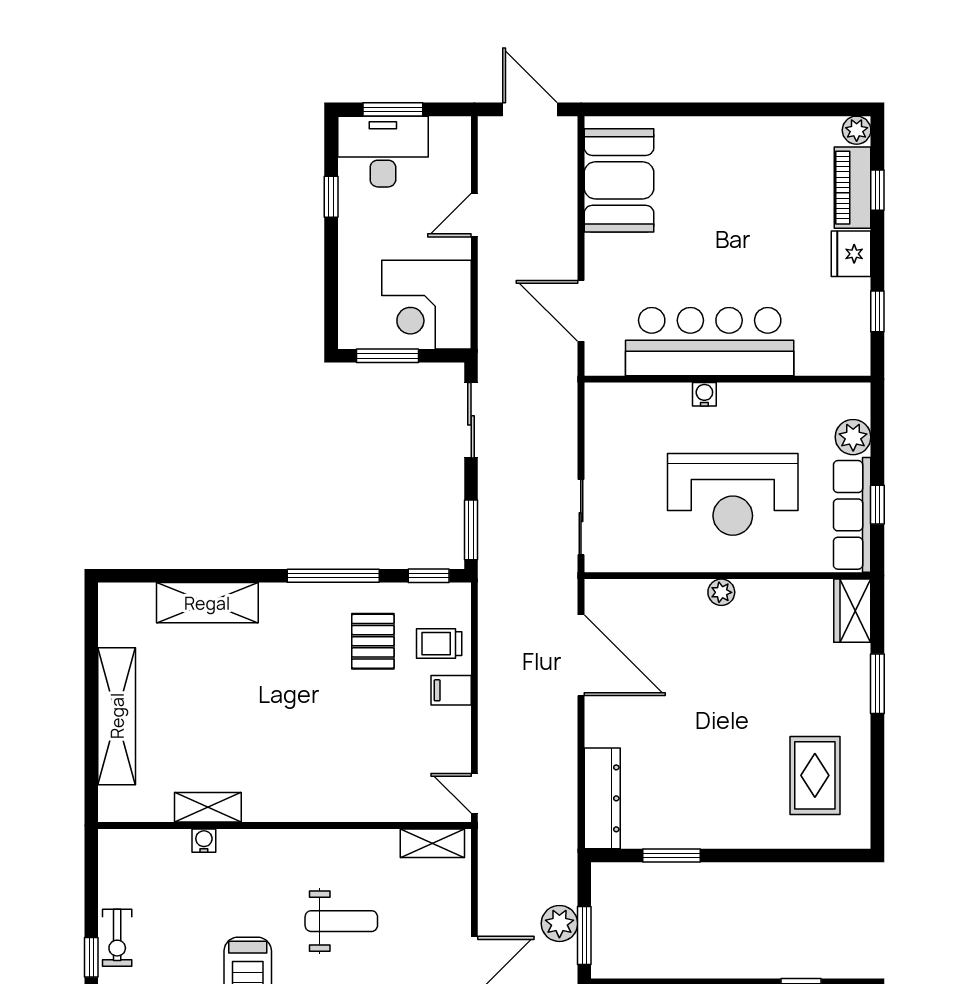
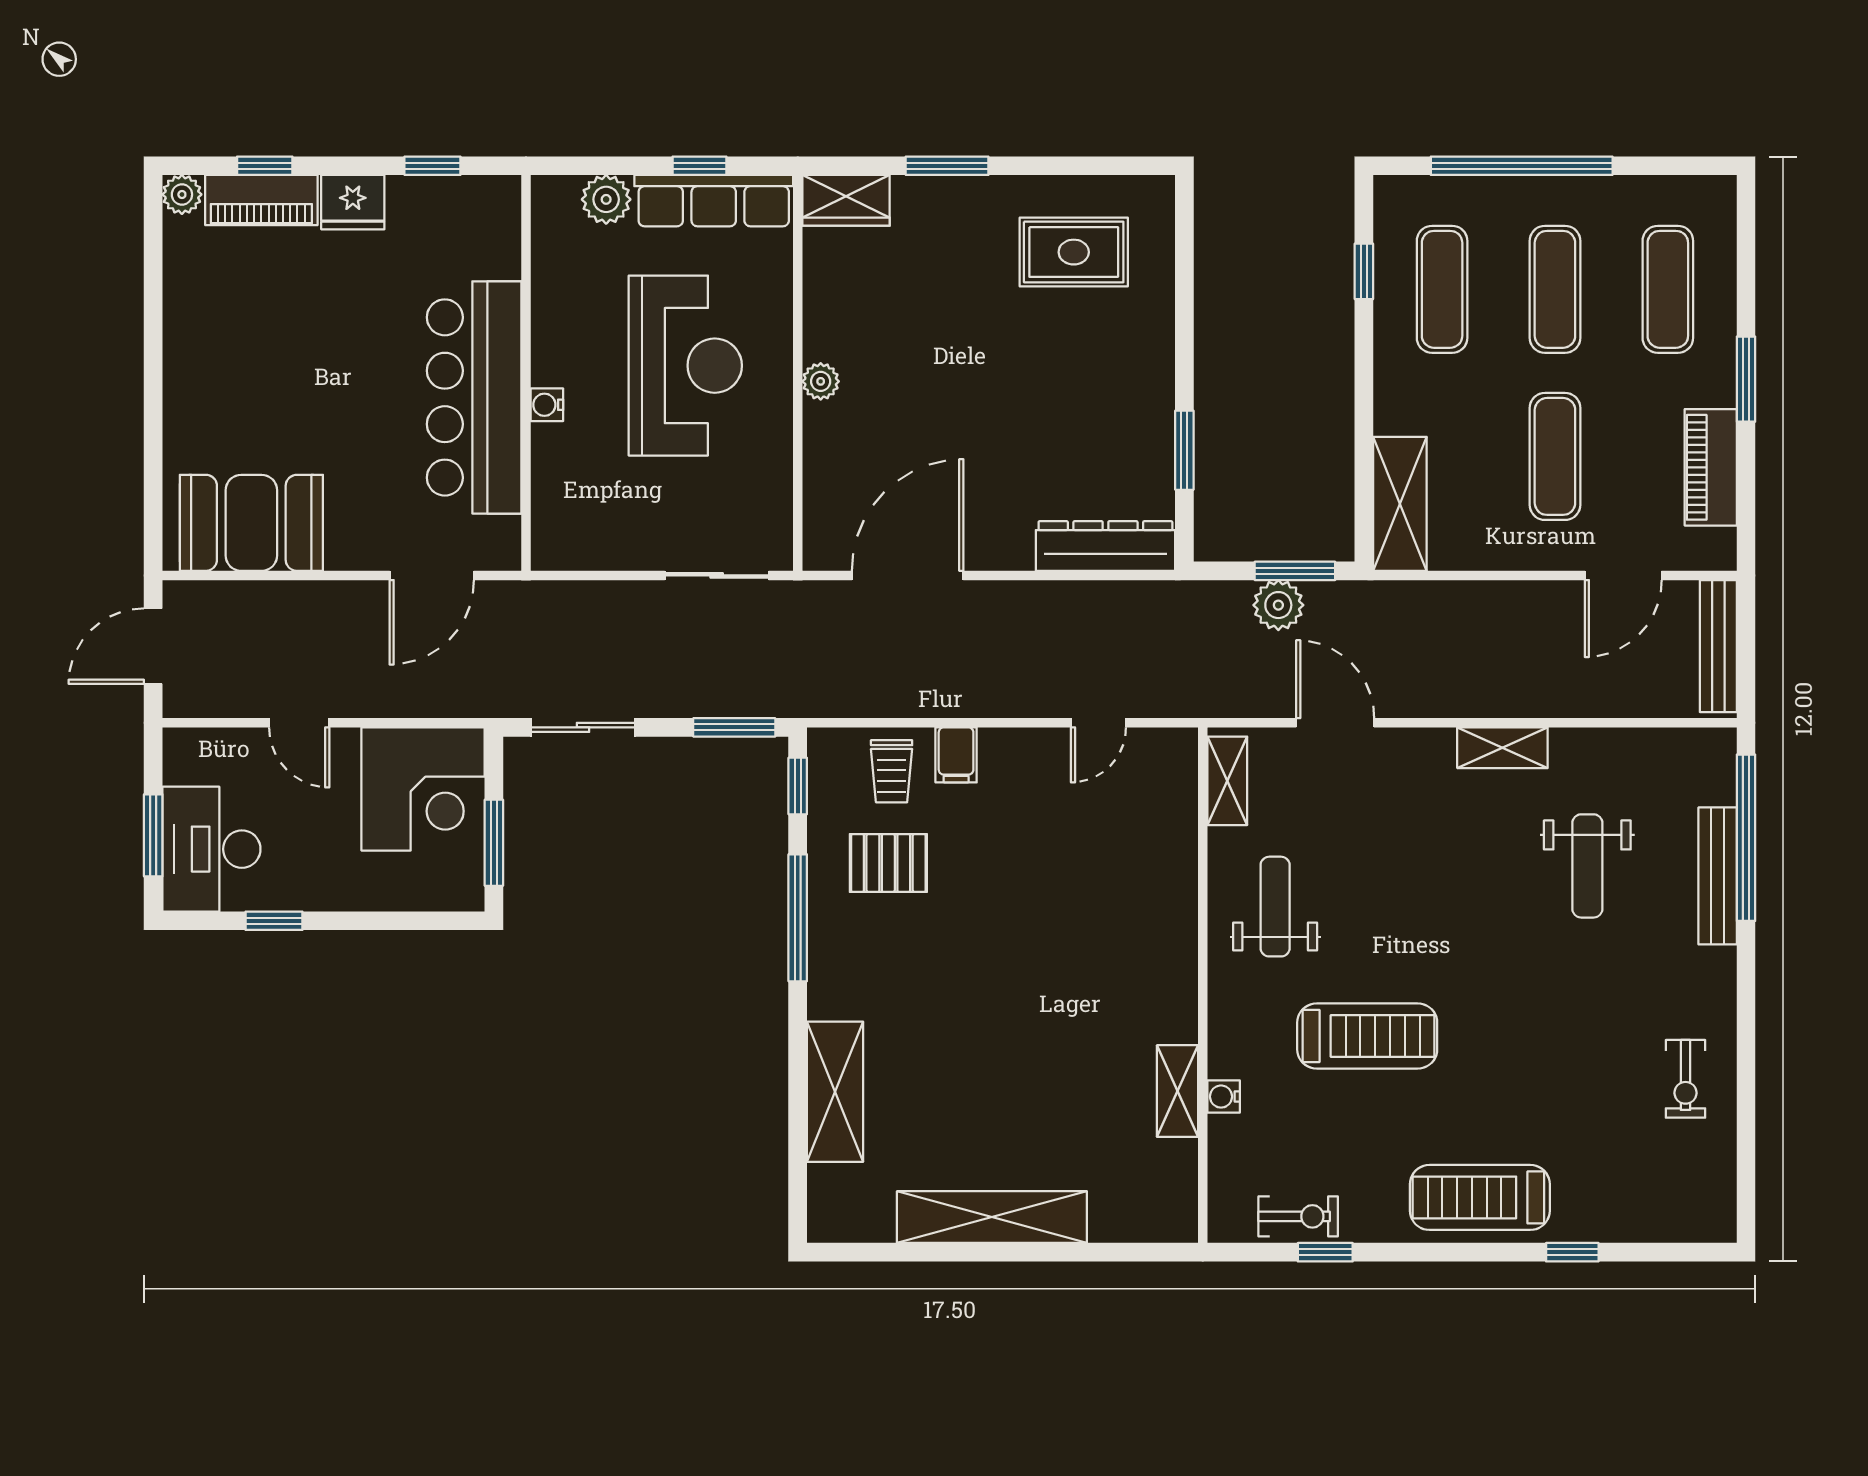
shelving: (208, 807) -> (1178, 1091), moved
wall: (284, 825) -> (1203, 985), moved
water cooler: (204, 841) -> (1224, 1097), moved
shelving: (432, 843) -> (1227, 781), moved

